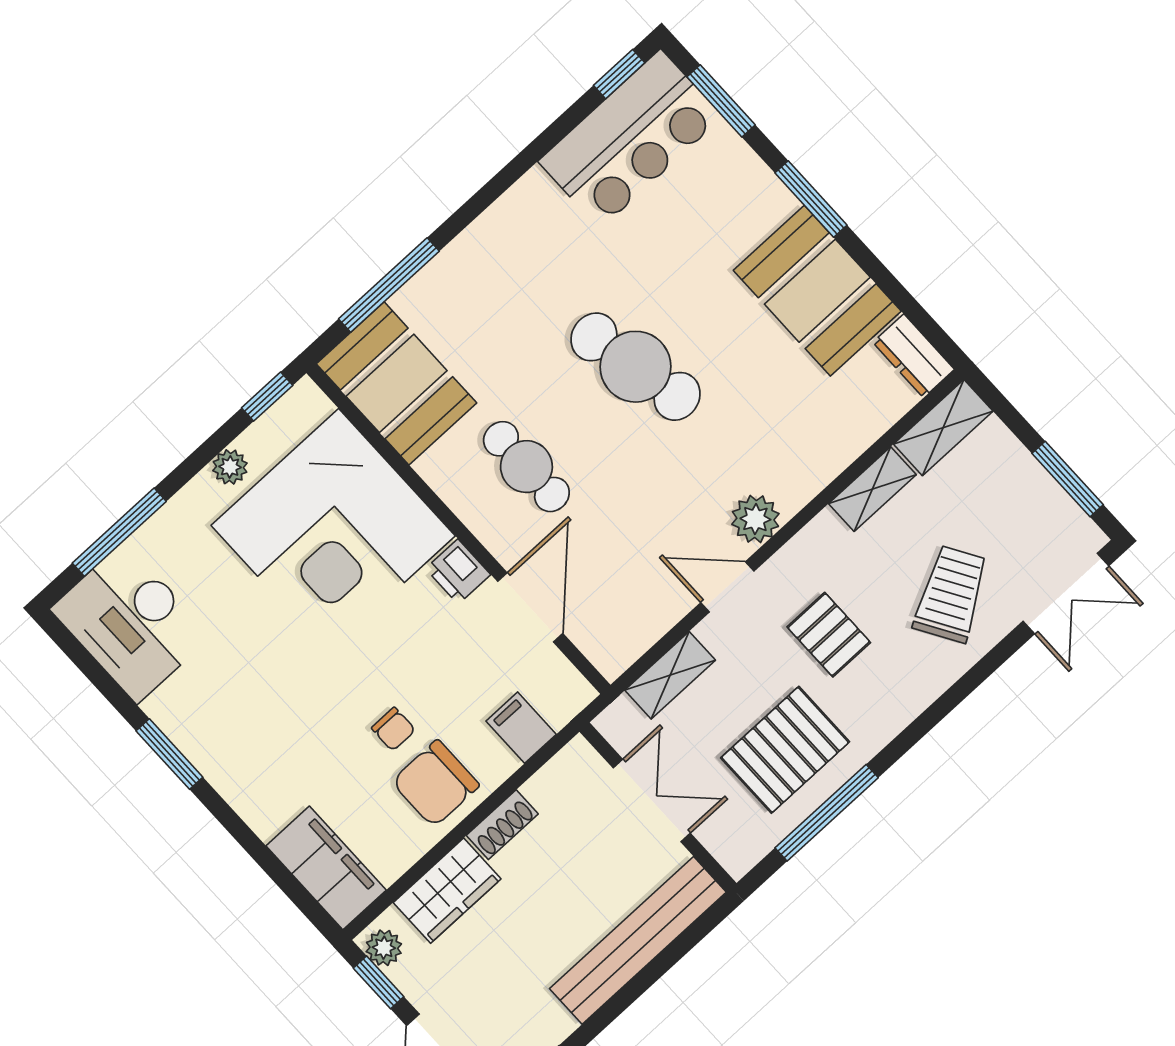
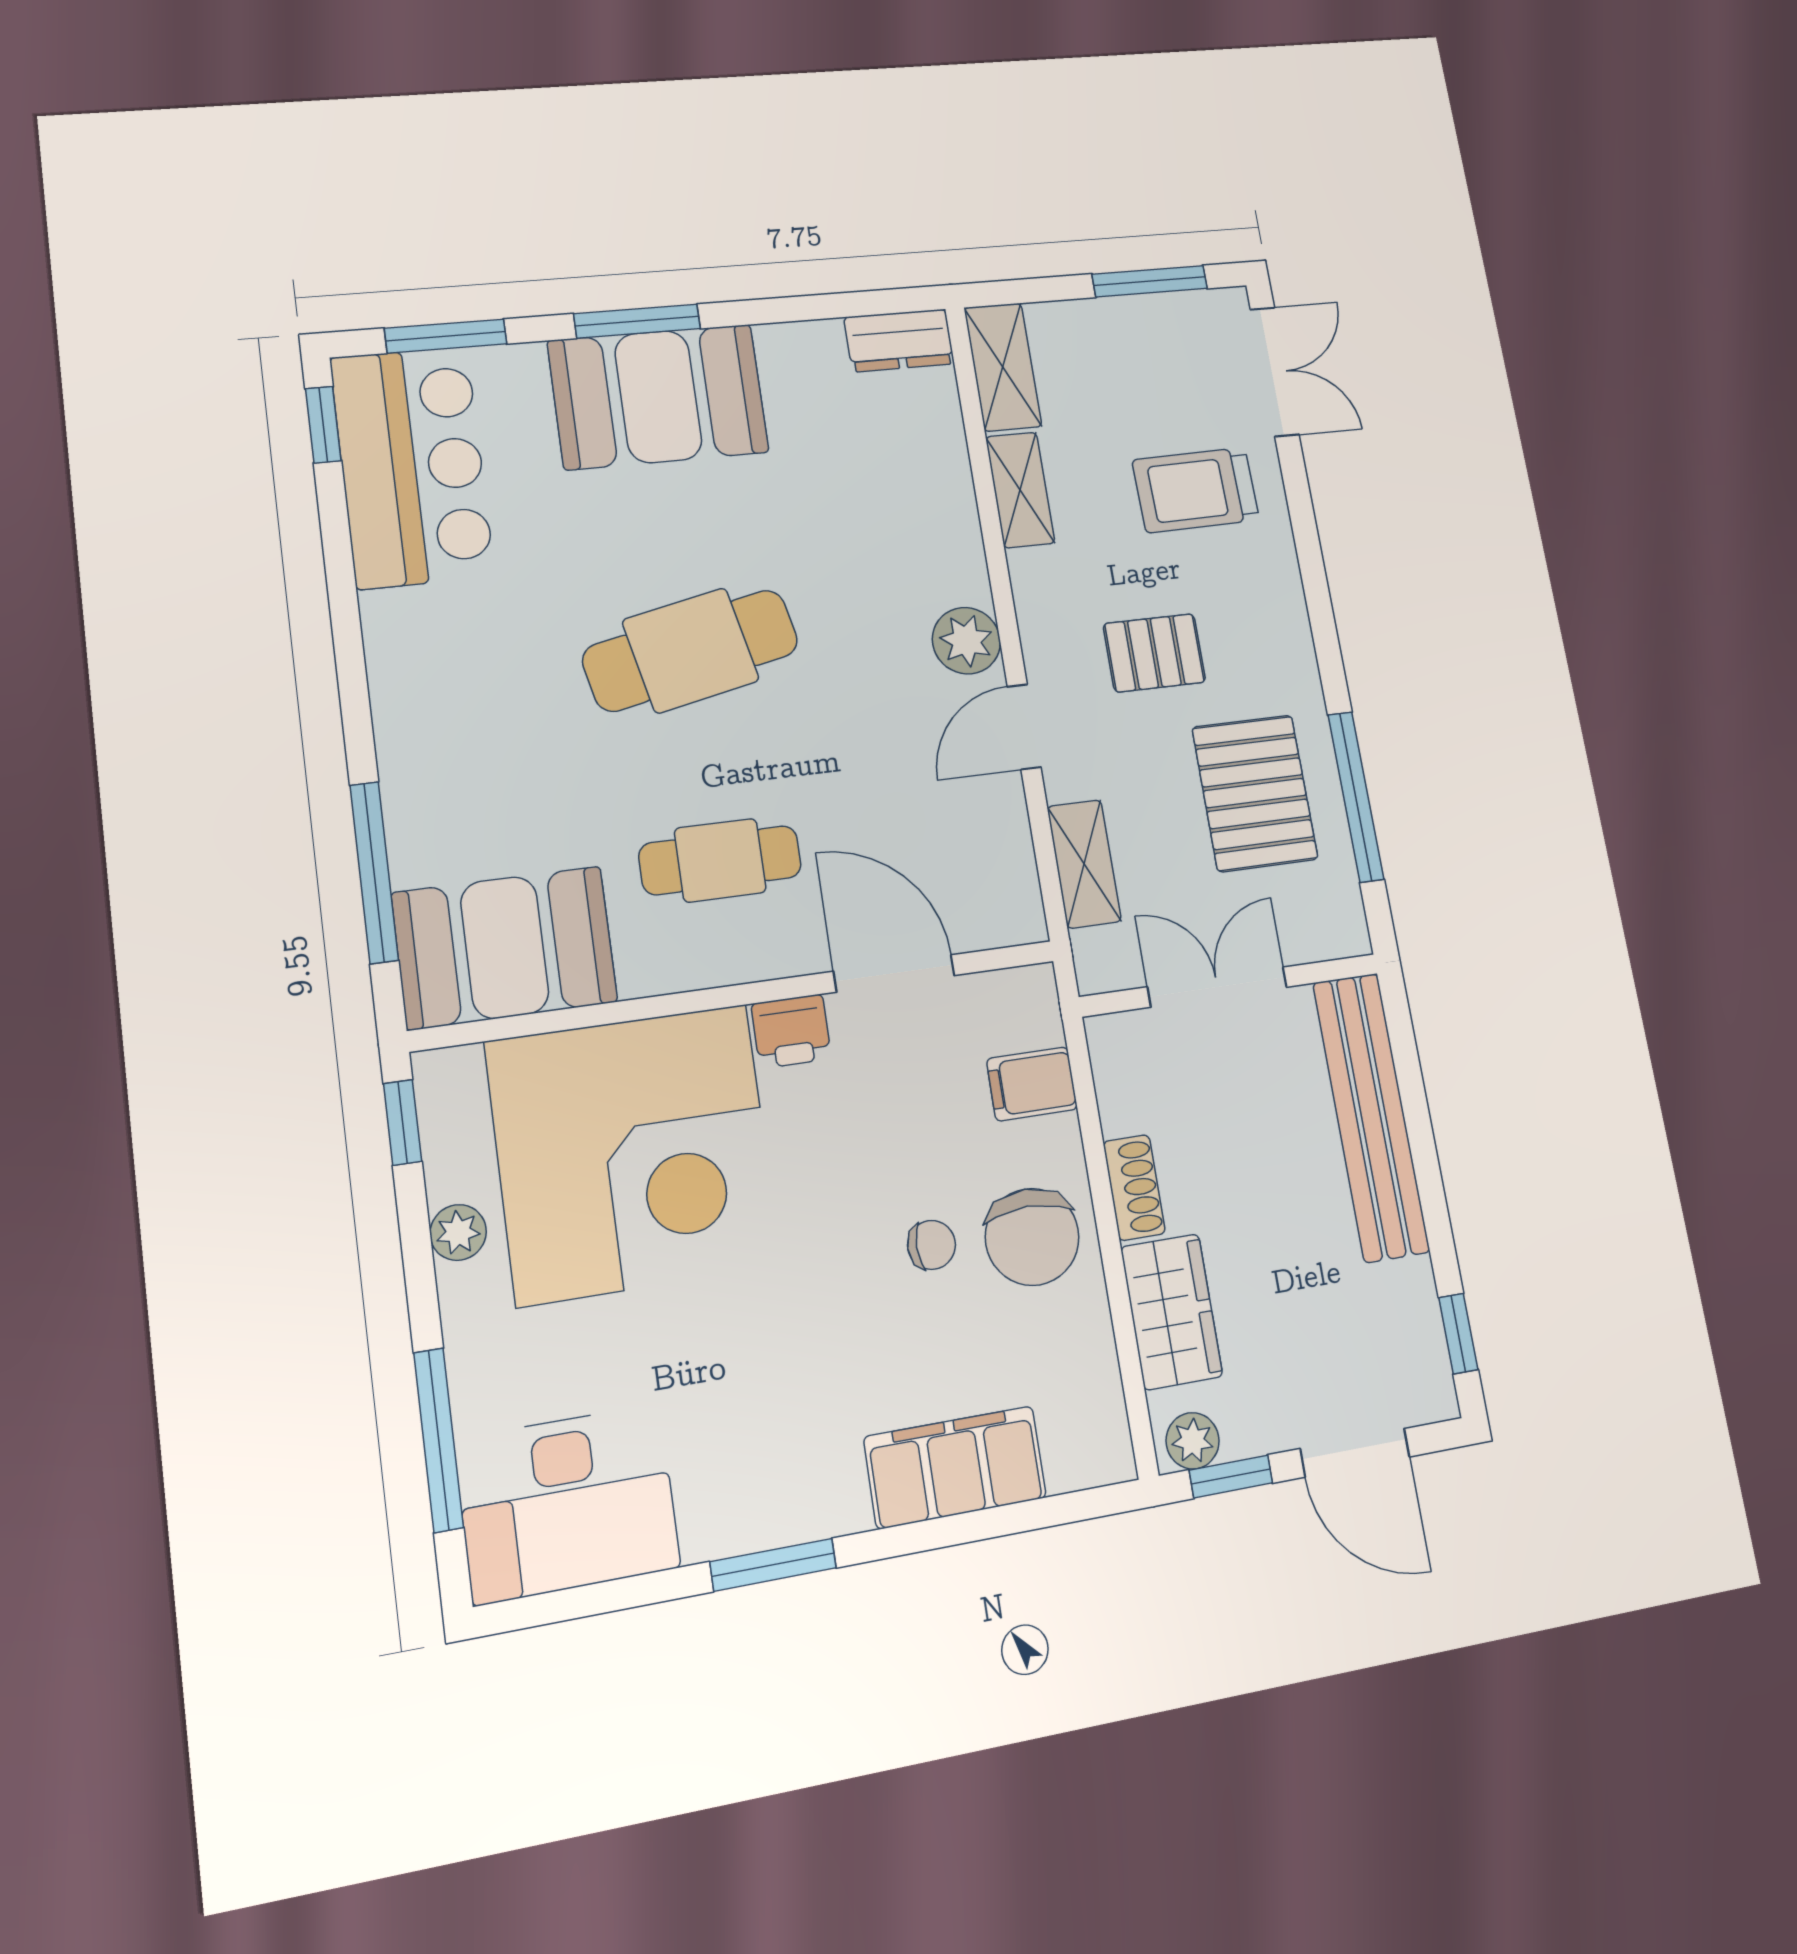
booth: (817, 291) -> (658, 397), moved
trolley: (951, 594) -> (1196, 490), turned -60
filing cabinet: (326, 868) -> (955, 1467), moved

